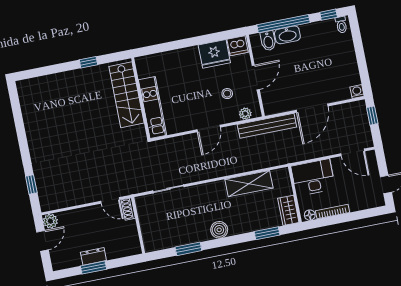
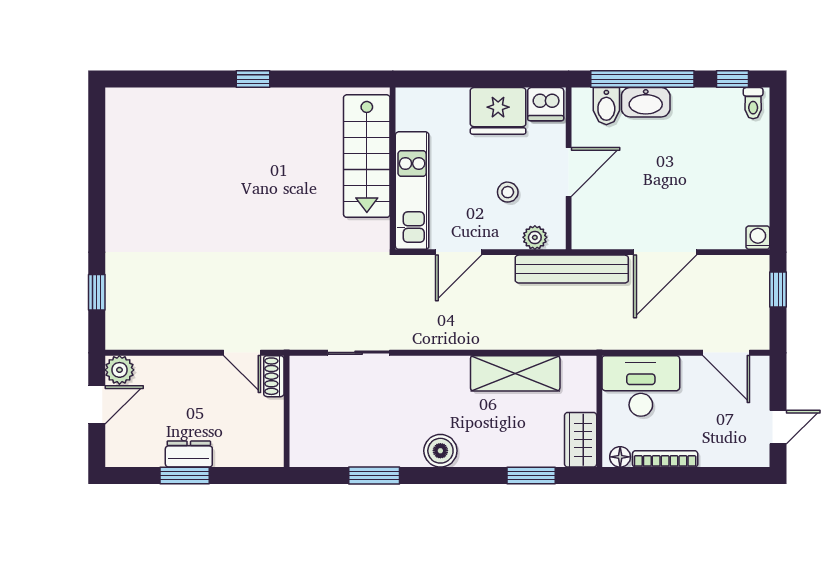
stairs: (126, 95) -> (367, 156), moved
wall: (141, 98) -> (393, 168), moved
kitchen unit: (153, 108) -> (412, 191), moved

